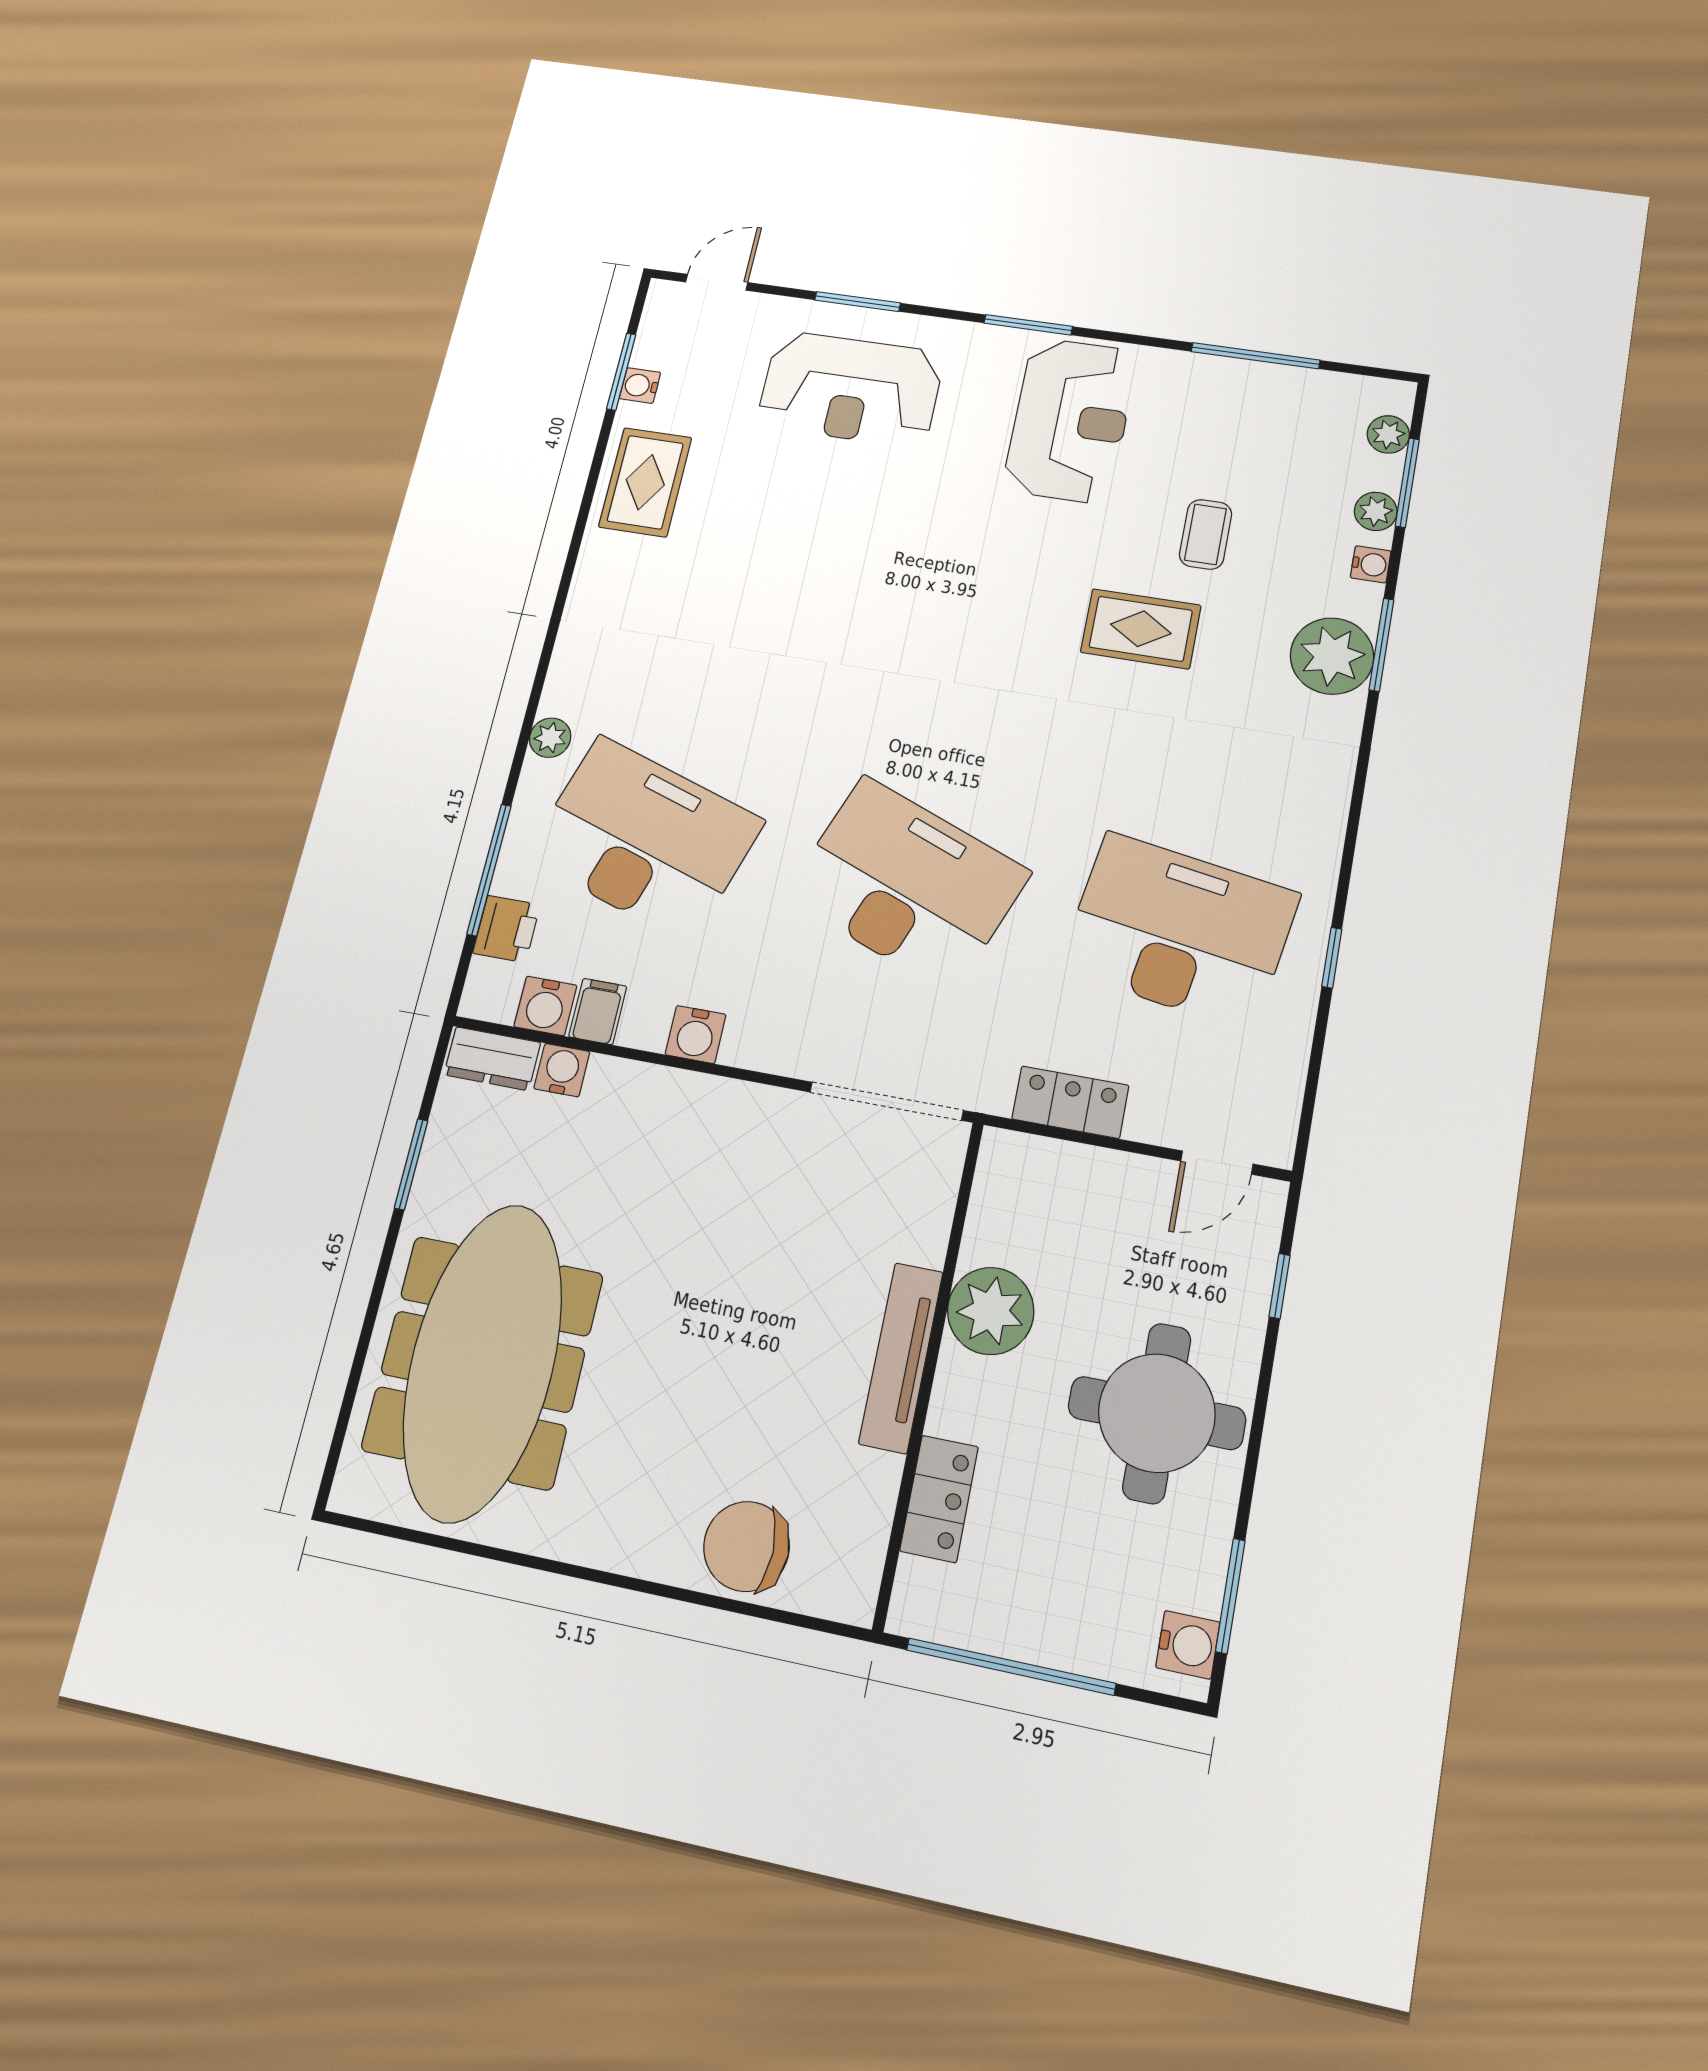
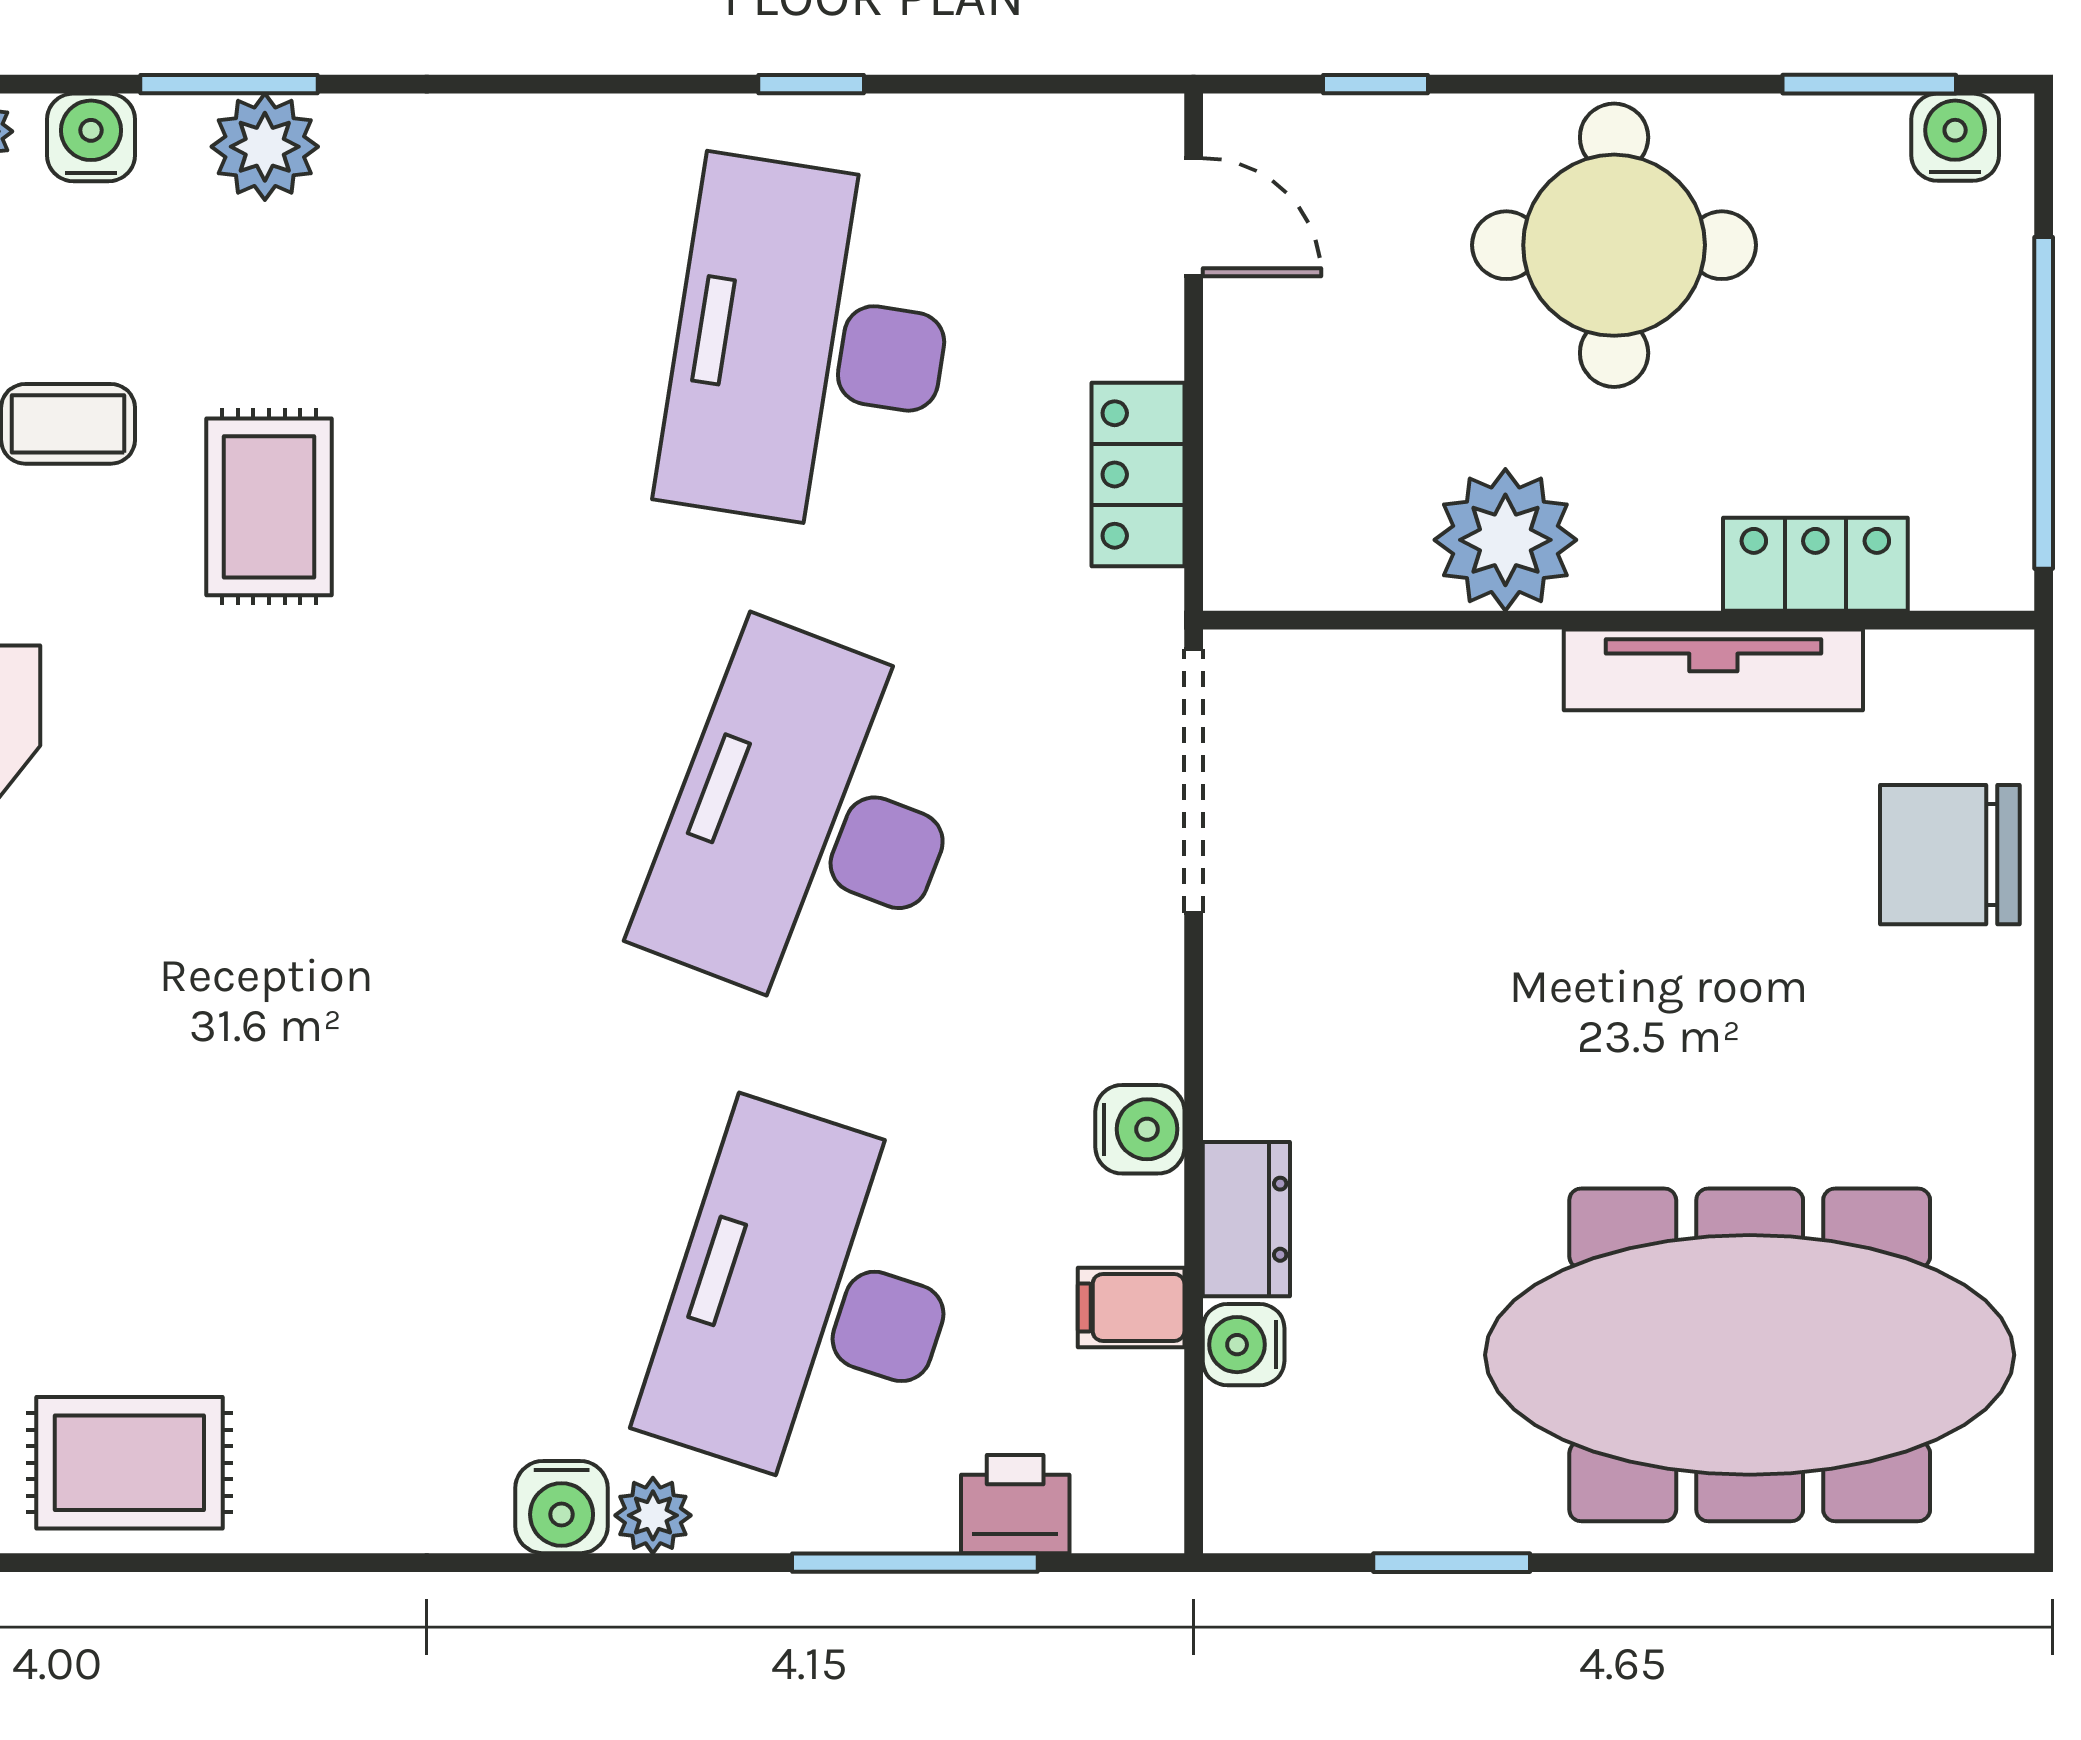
water cooler: (1371, 564) -> (91, 137), width x1.38, depth x1.38
plant: (1332, 656) -> (265, 147), width x0.73, depth x0.73
water cooler: (545, 1006) -> (562, 1507), moved, turned 90
dresser: (492, 1059) -> (1246, 1219), moved
tv unit: (901, 1357) -> (1713, 670), moved
chair: (746, 1546) -> (1950, 855), turned 90

